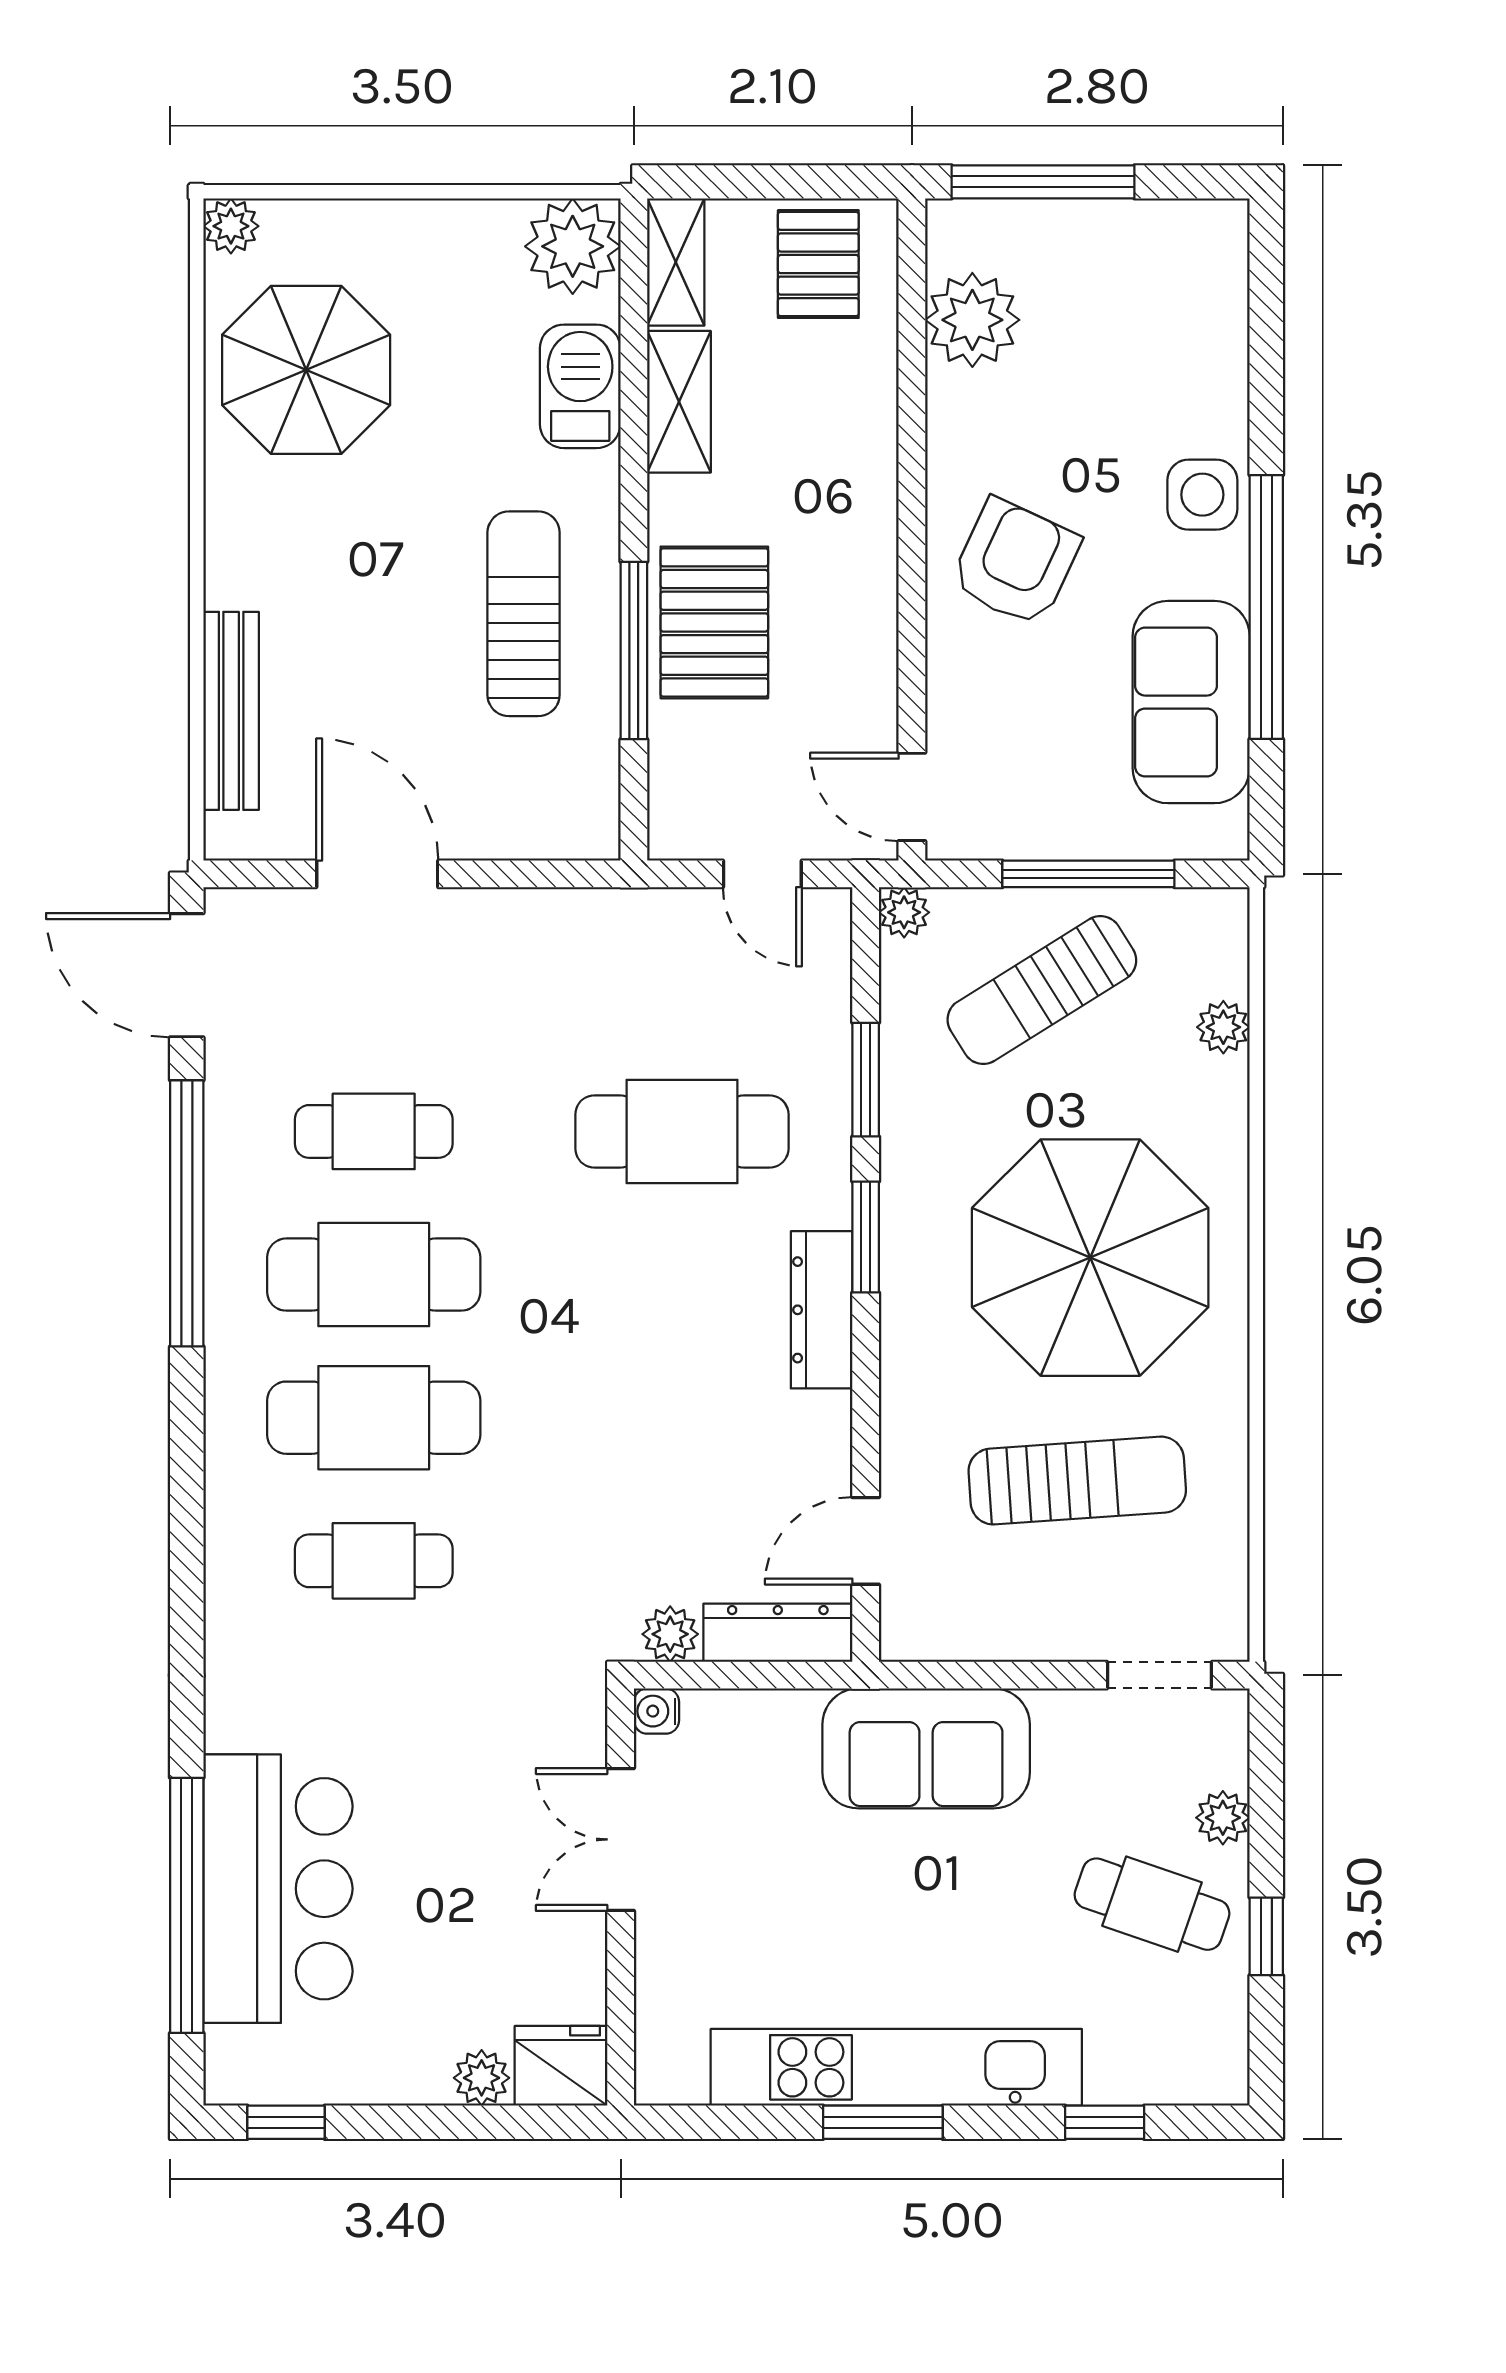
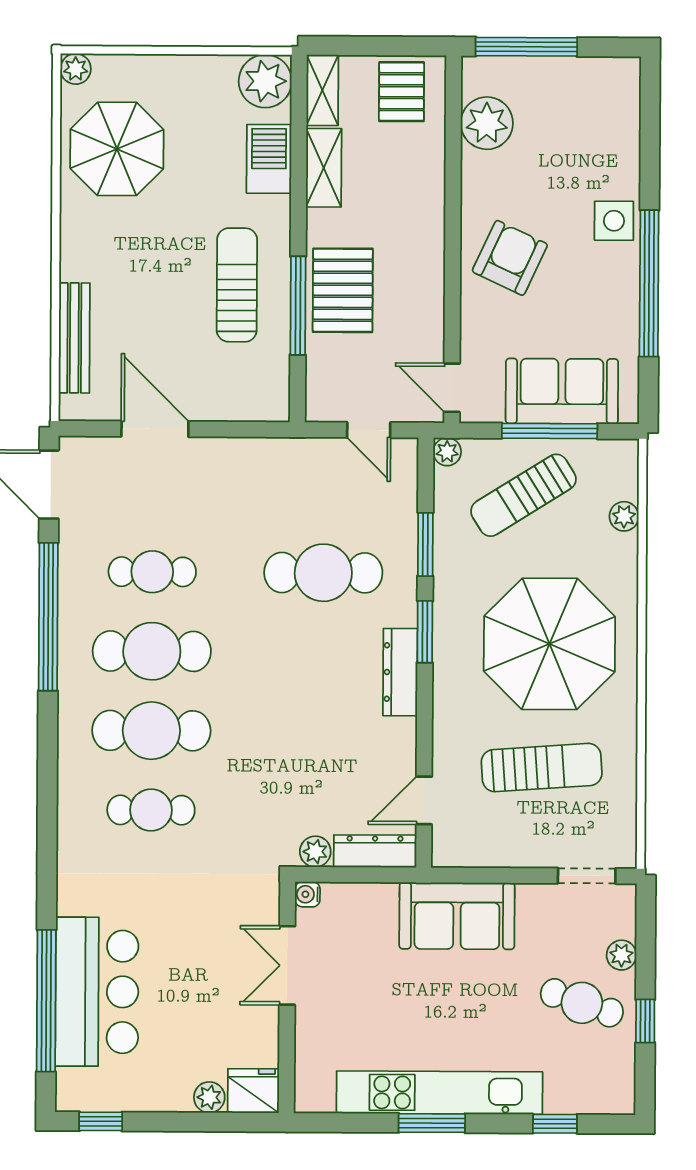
sofa: (1191, 702) -> (562, 391), moved, turned 90

